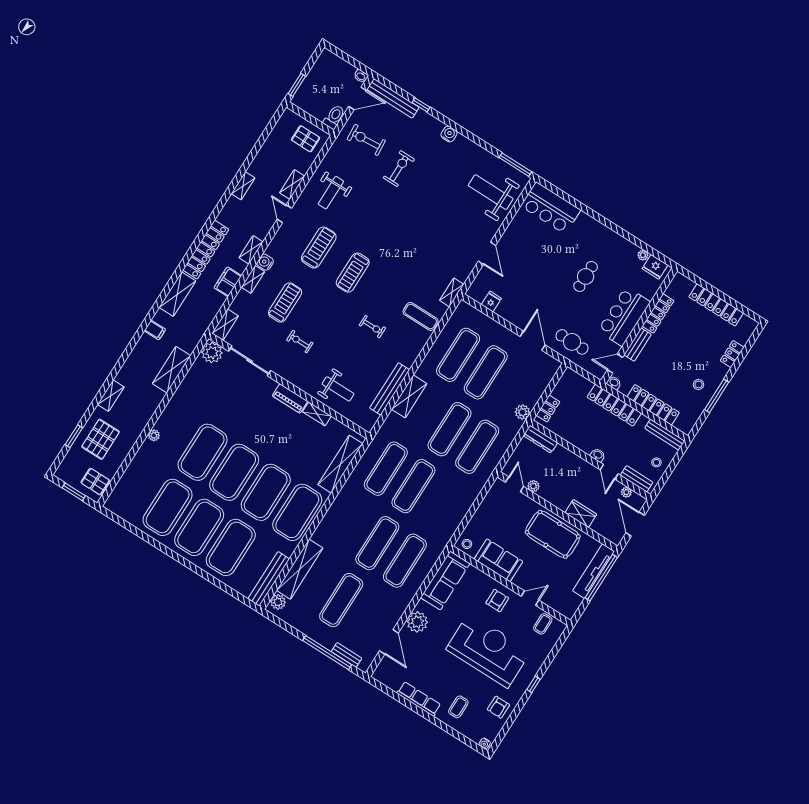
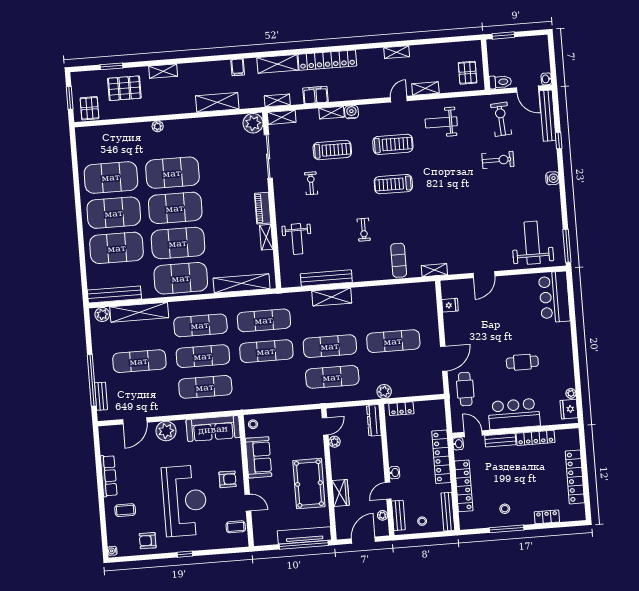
shelving: (251, 250) -> (277, 100), moved
exercise mat: (458, 355) -> (200, 325), moved

